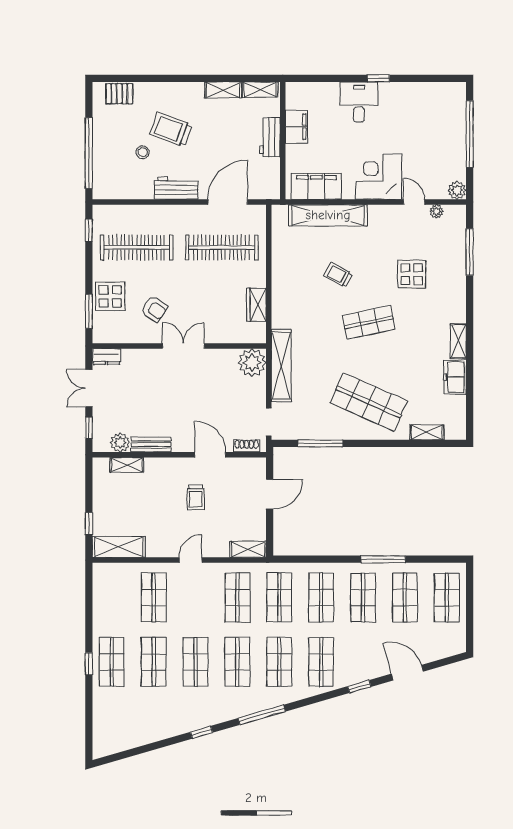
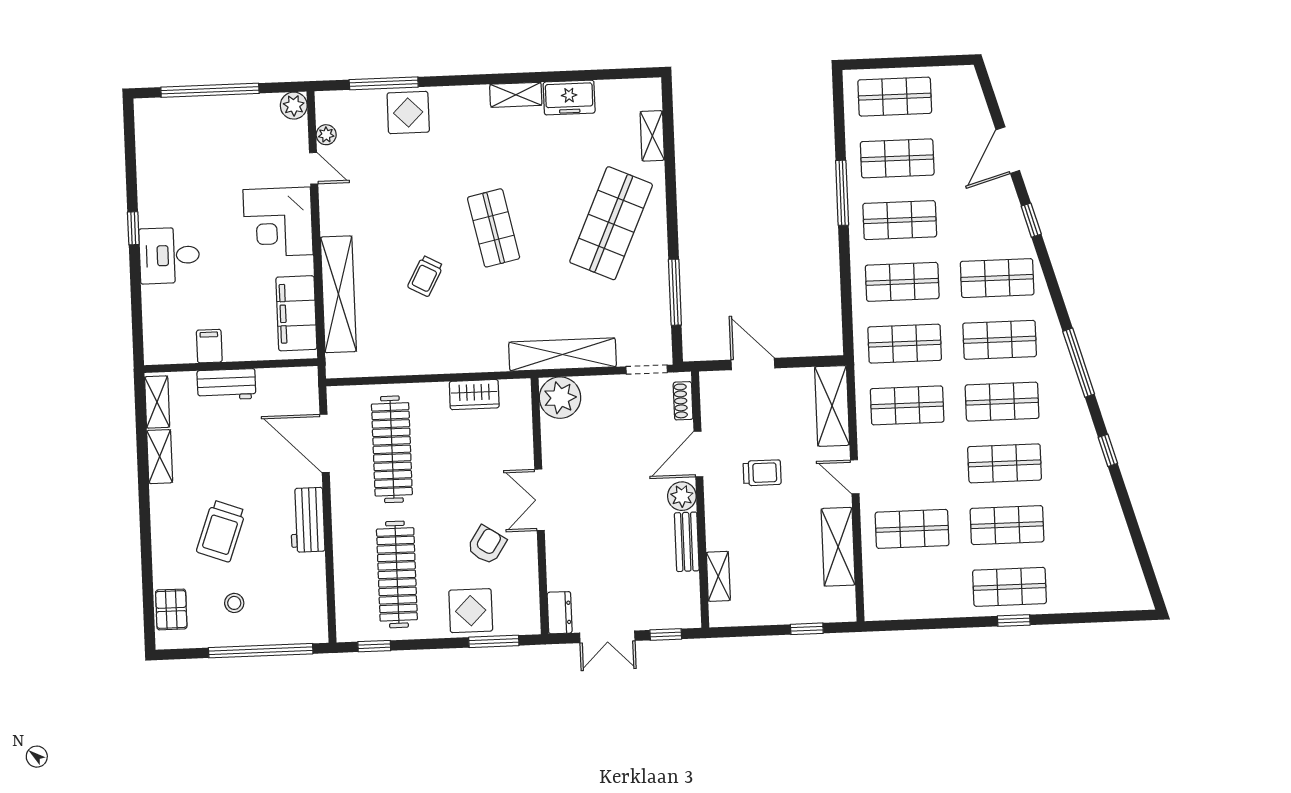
filing cabinet: (297, 127) -> (209, 346), width x0.50
stool: (143, 152) -> (234, 603), moved
door: (414, 202) -> (314, 168), swing flipped
display table: (412, 274) -> (408, 113), moved
plant: (120, 442) -> (682, 496), moved
shelving: (119, 547) -> (838, 547), moved
shelving: (248, 549) -> (832, 406), width x1.50, depth x1.33

